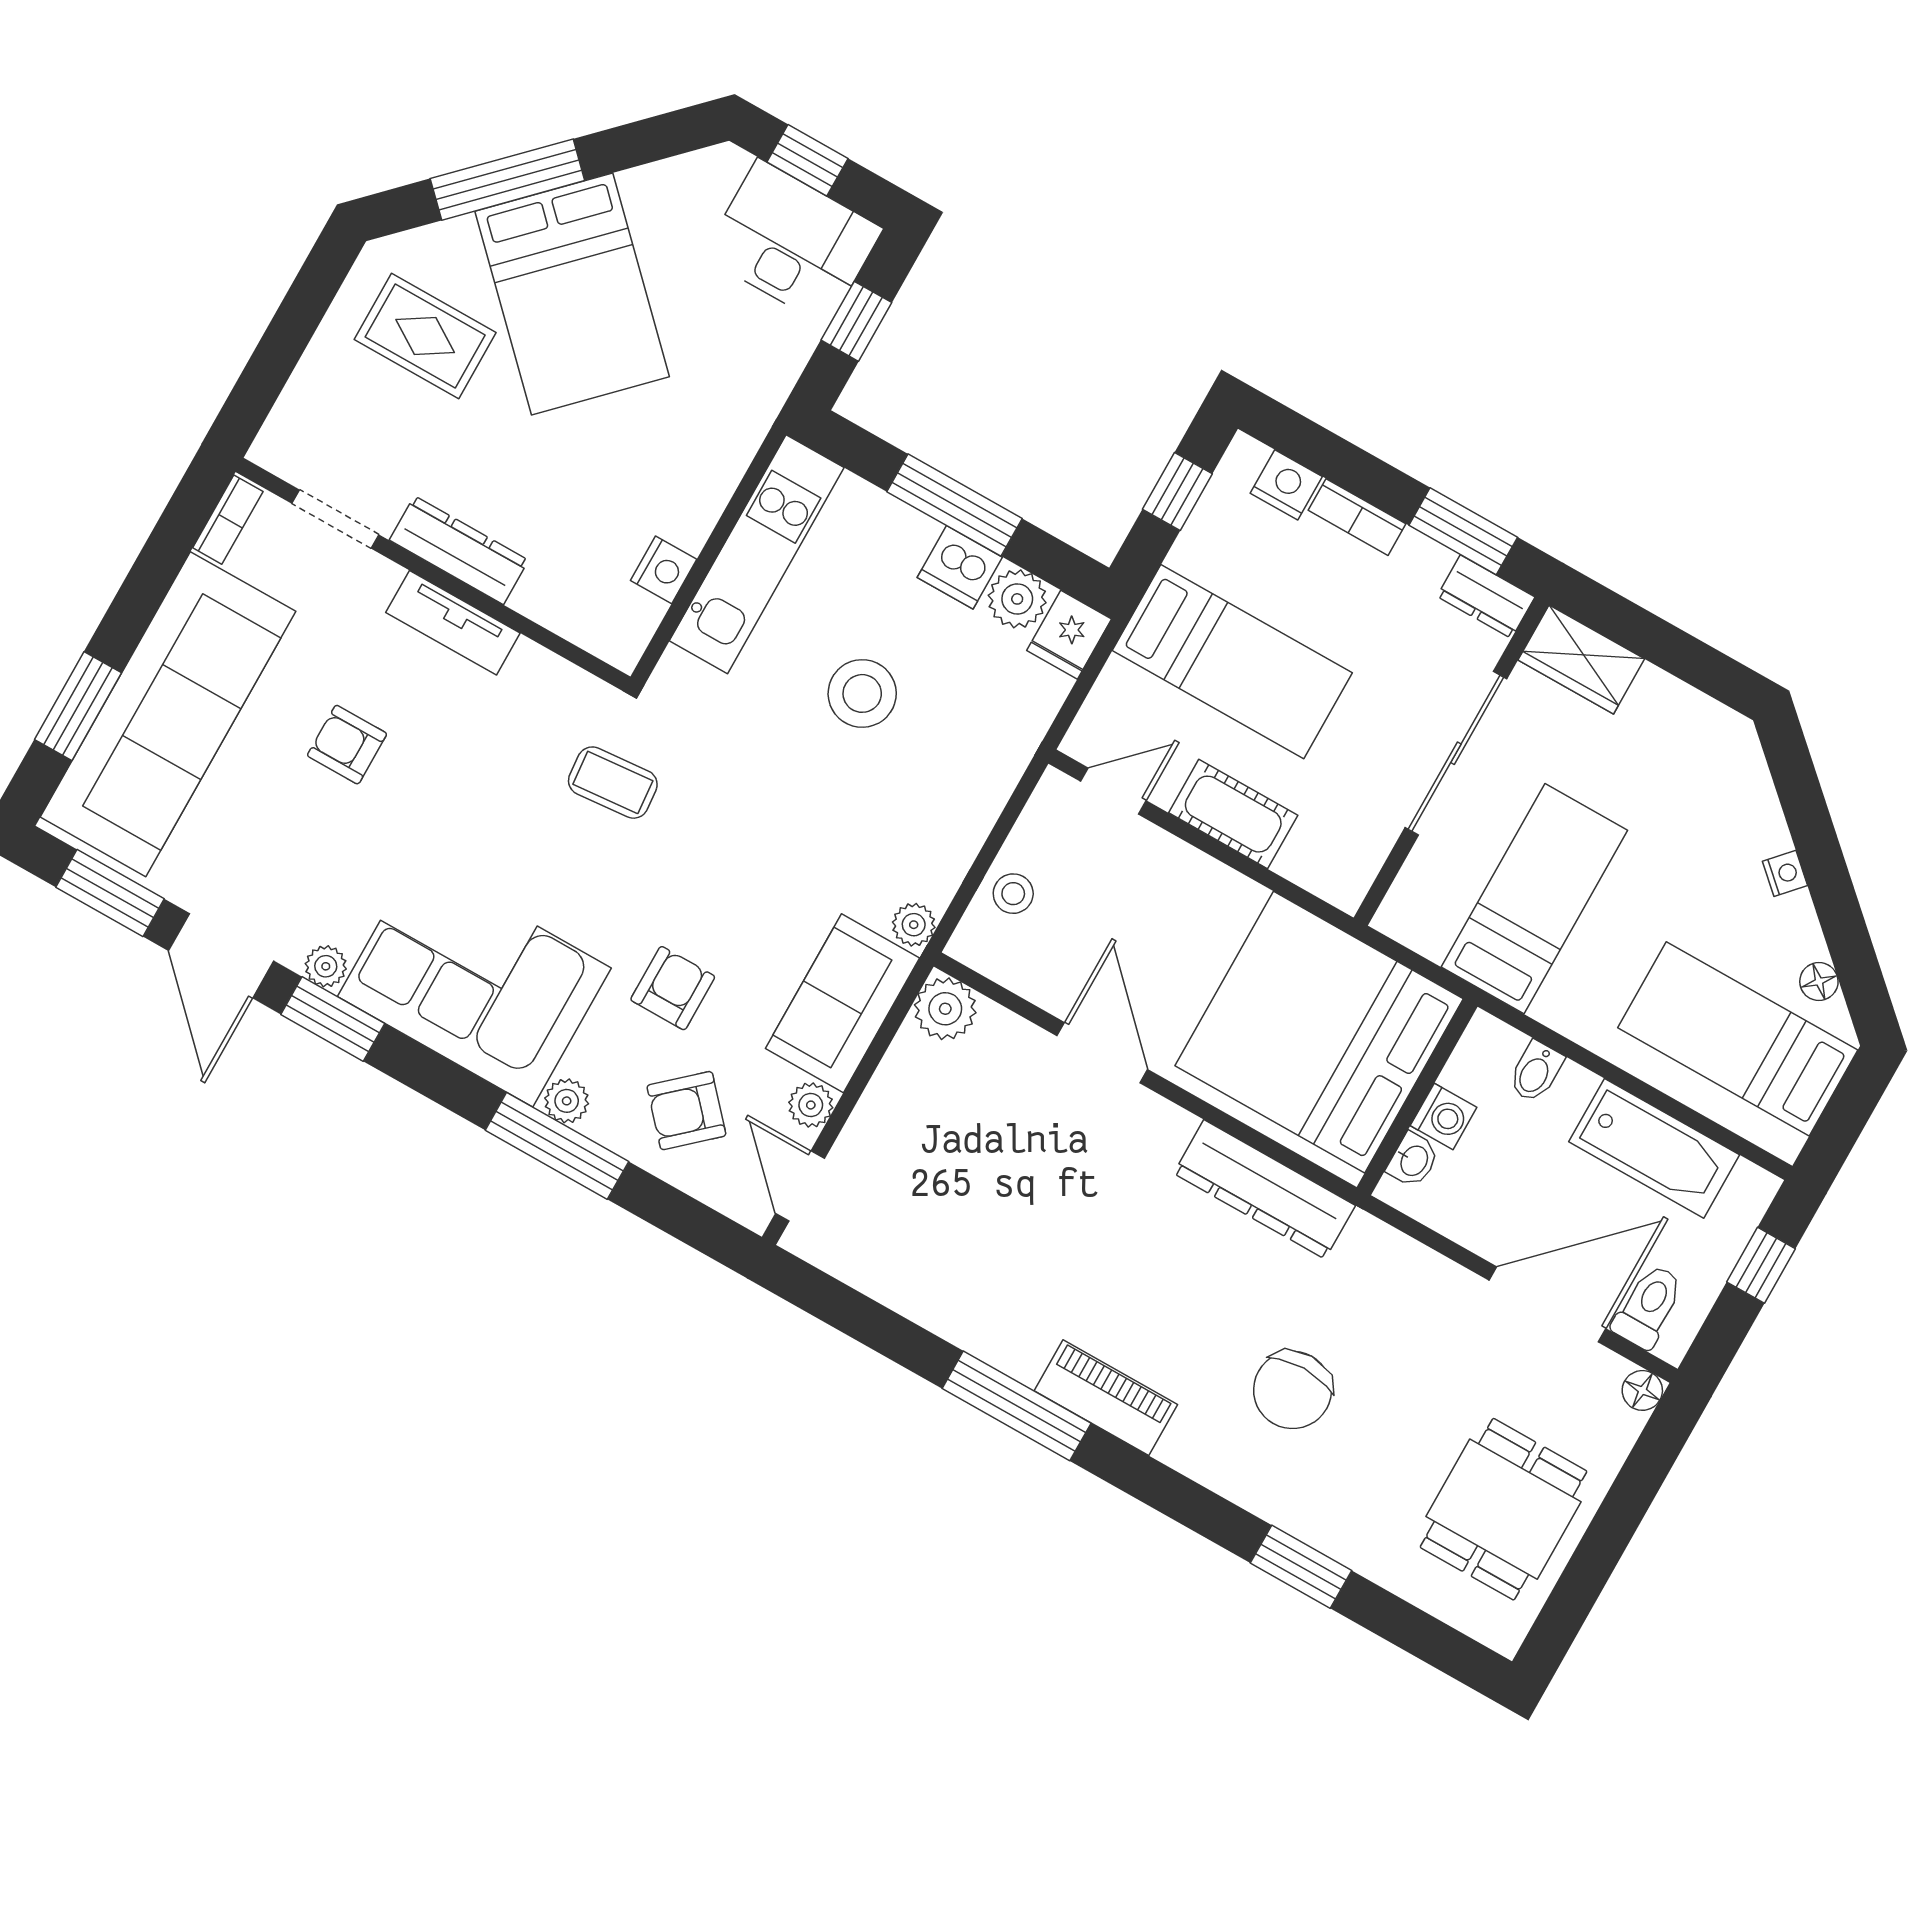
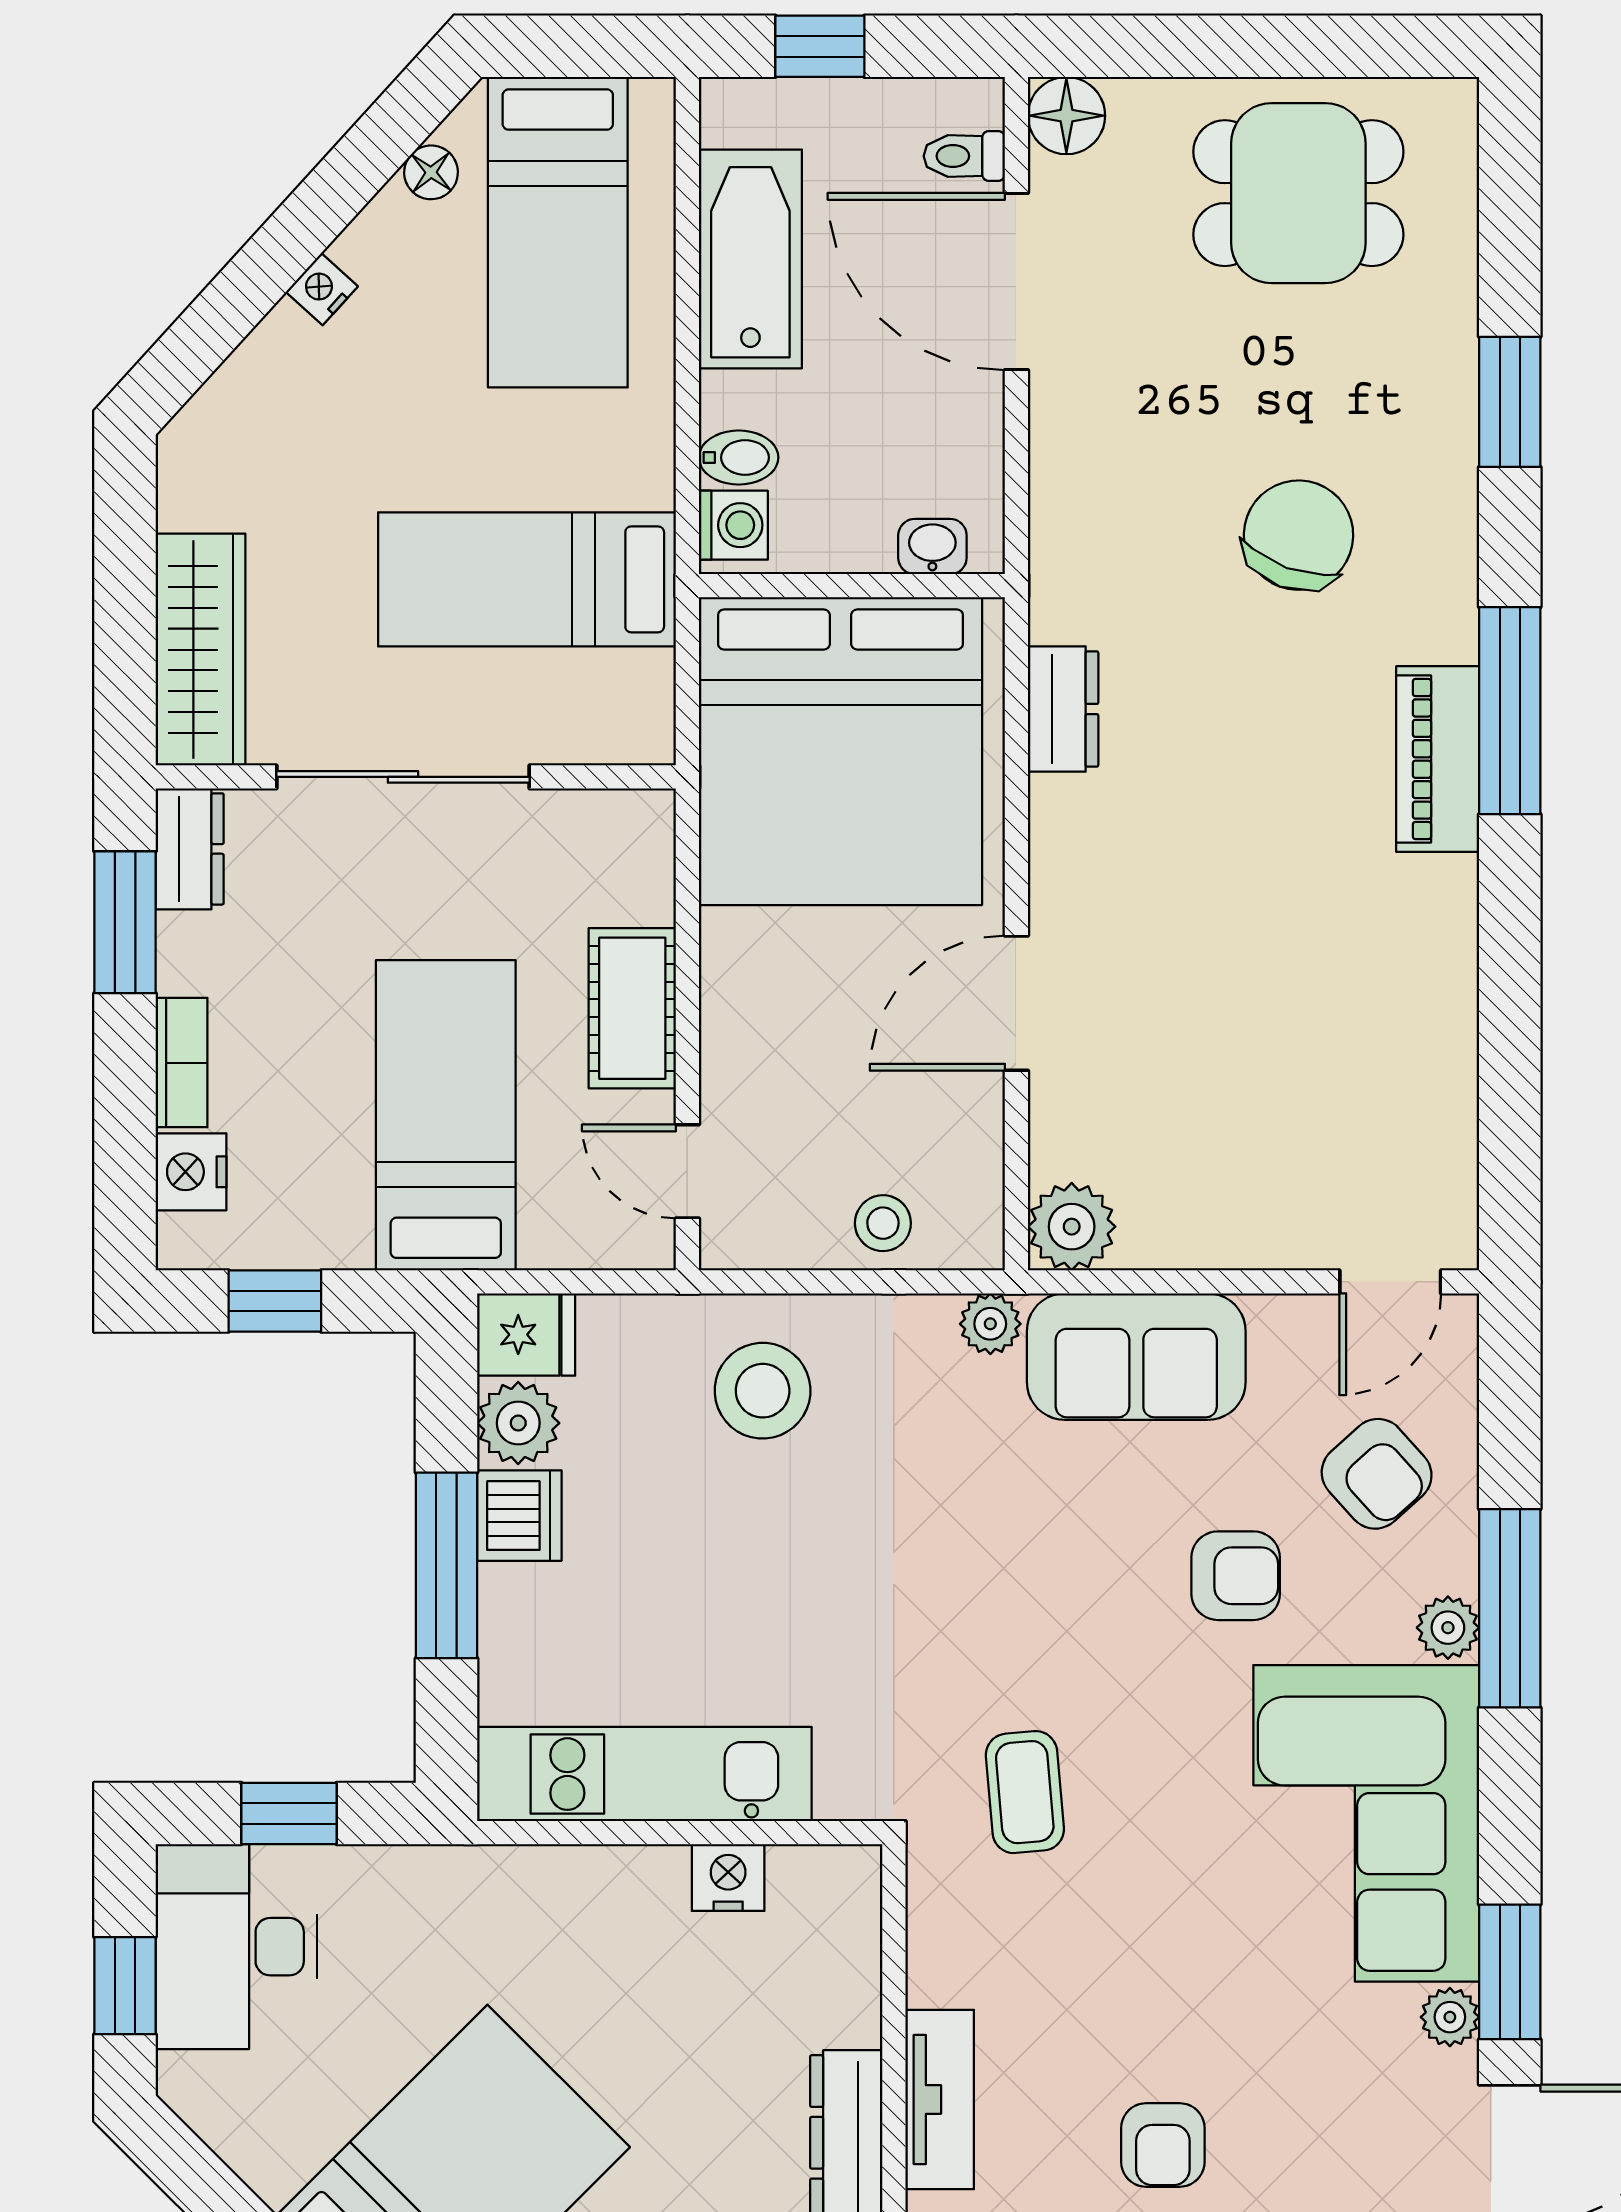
wardrobe: (1581, 659) -> (201, 650), width x1.50
stool: (862, 693) -> (763, 1391), moved
armchair: (673, 988) -> (1236, 1576), turned 180
plant: (811, 1105) -> (1283, 1325), removed
washing machine: (1444, 1116) -> (733, 525), moved, turned 90
dresser: (1264, 1189) -> (1063, 709), width x0.51, depth x0.80
toilet: (1648, 1306) -> (964, 156), width x0.73, depth x0.72
chair: (1293, 1390) -> (1298, 535), turned -70
floor lamp: (1642, 1390) -> (1066, 116), width x1.37, depth x1.37
window: (1017, 1406) -> (1510, 711), moved

